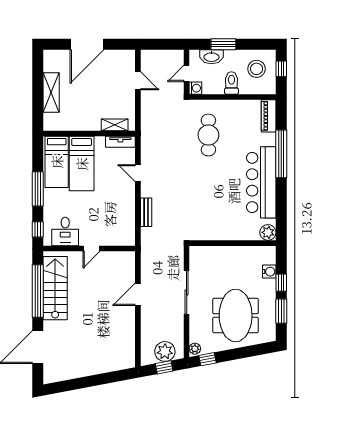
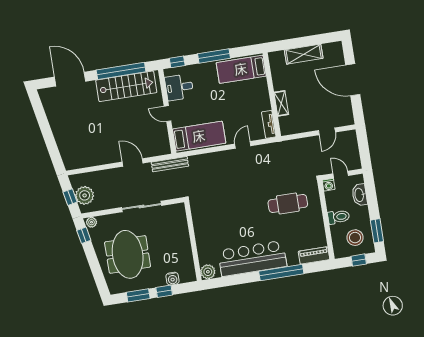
window: (223, 44) -> (377, 231), moved
shelving: (115, 125) -> (281, 103), moved
bed: (82, 164) -> (199, 136), moved, turned 180
bench: (146, 212) -> (170, 164), moved, width x1.36
meeting table: (236, 316) -> (128, 254), turned 90

